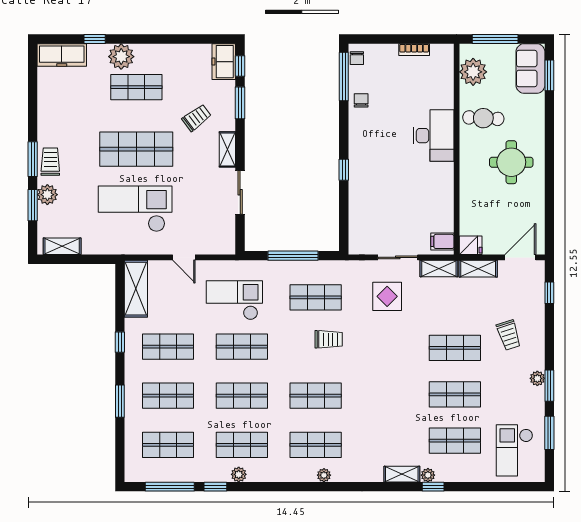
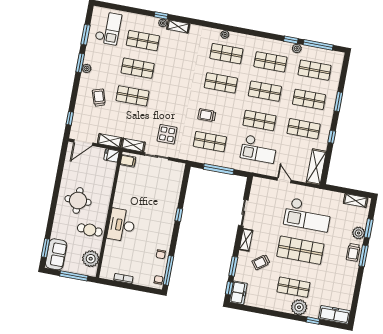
plant: (239, 474) -> (297, 48), moved

